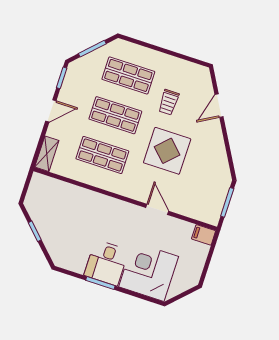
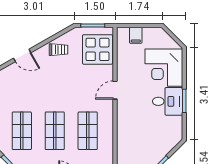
trolley: (169, 102) -> (59, 50), moved
display table: (167, 151) -> (98, 49), moved
door: (157, 209) -> (115, 90), moved
filing cabinet: (204, 235) -> (136, 35), moved

